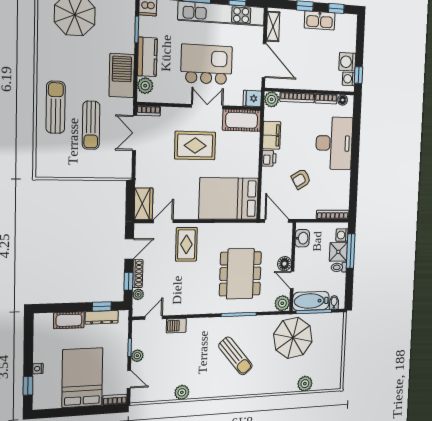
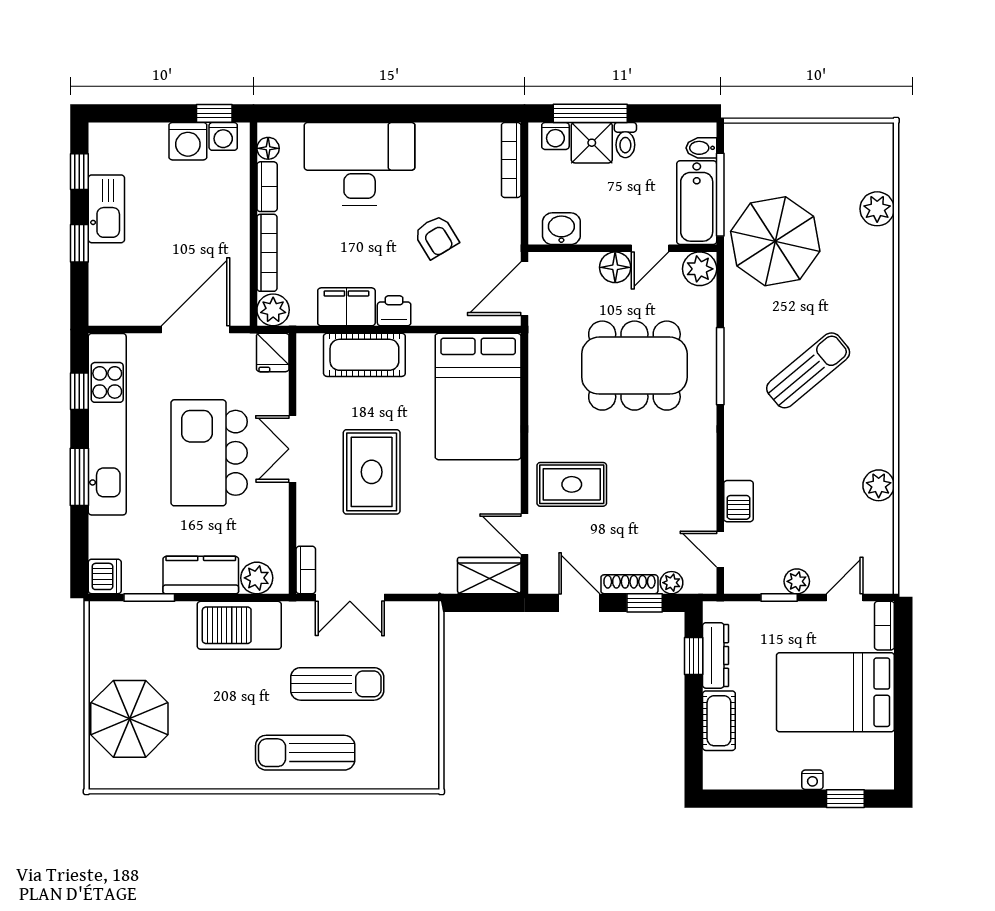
shelving: (273, 26) -> (125, 312), removed
cot: (242, 120) -> (364, 355), moved, turned 90

